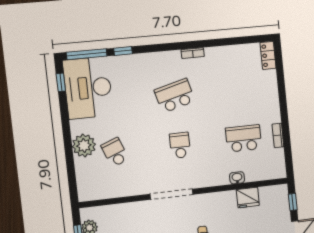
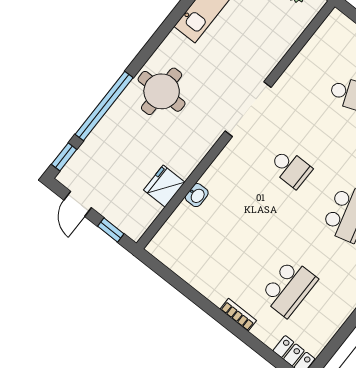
bookcase: (278, 135) -> (238, 315), moved
school desk: (244, 138) -> (289, 288), moved

